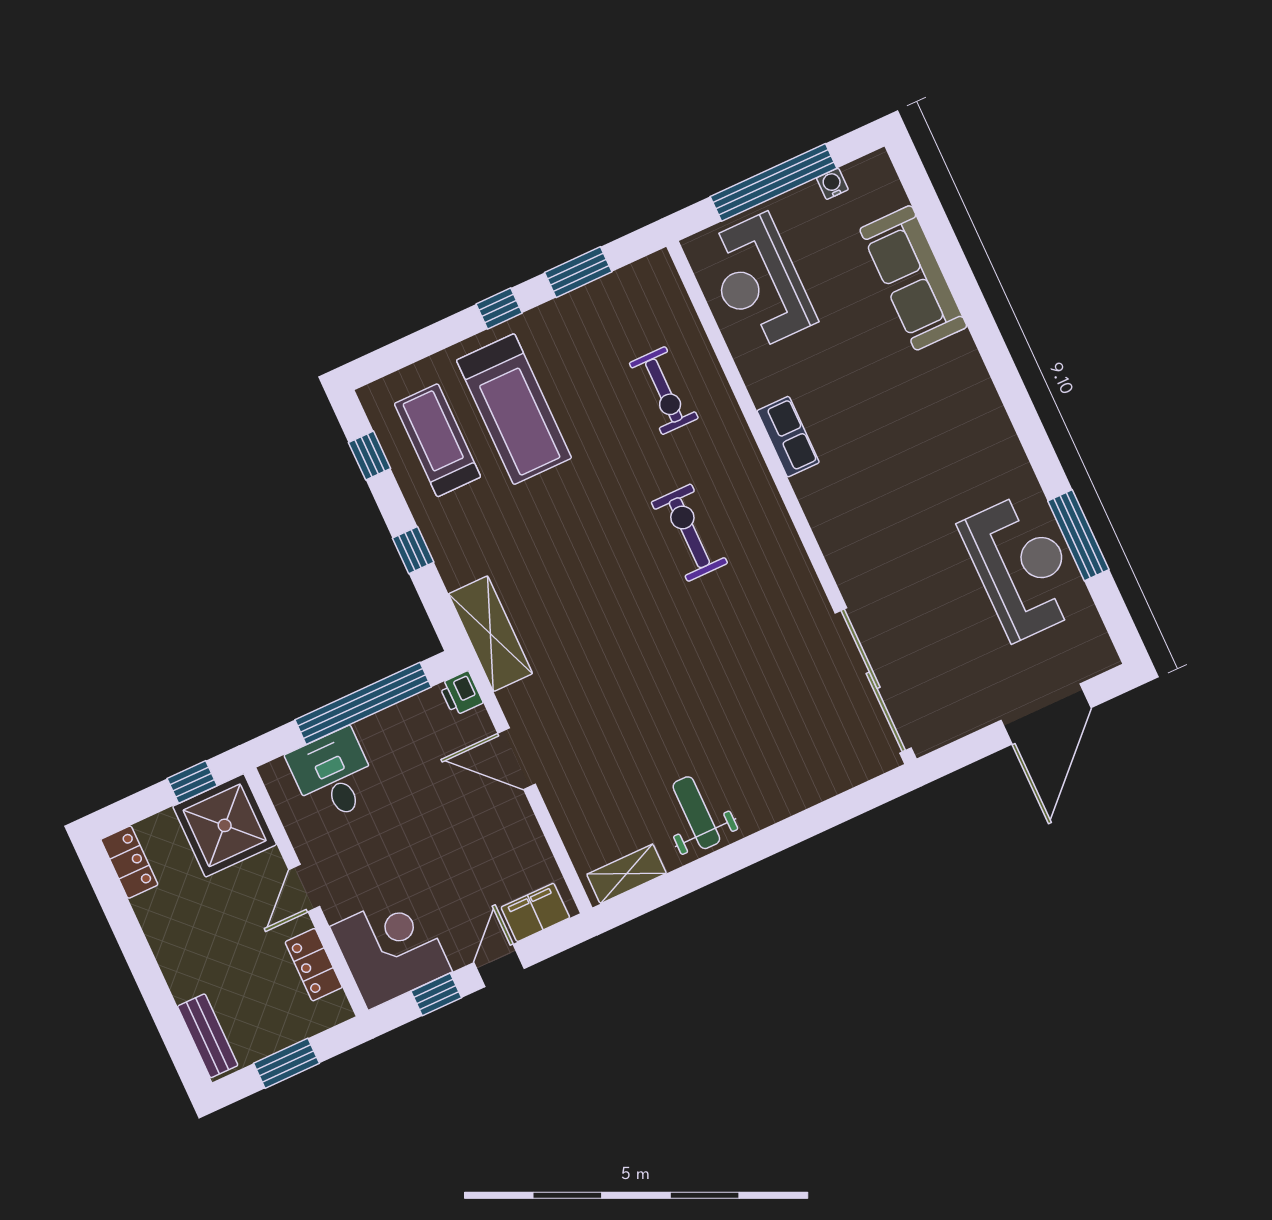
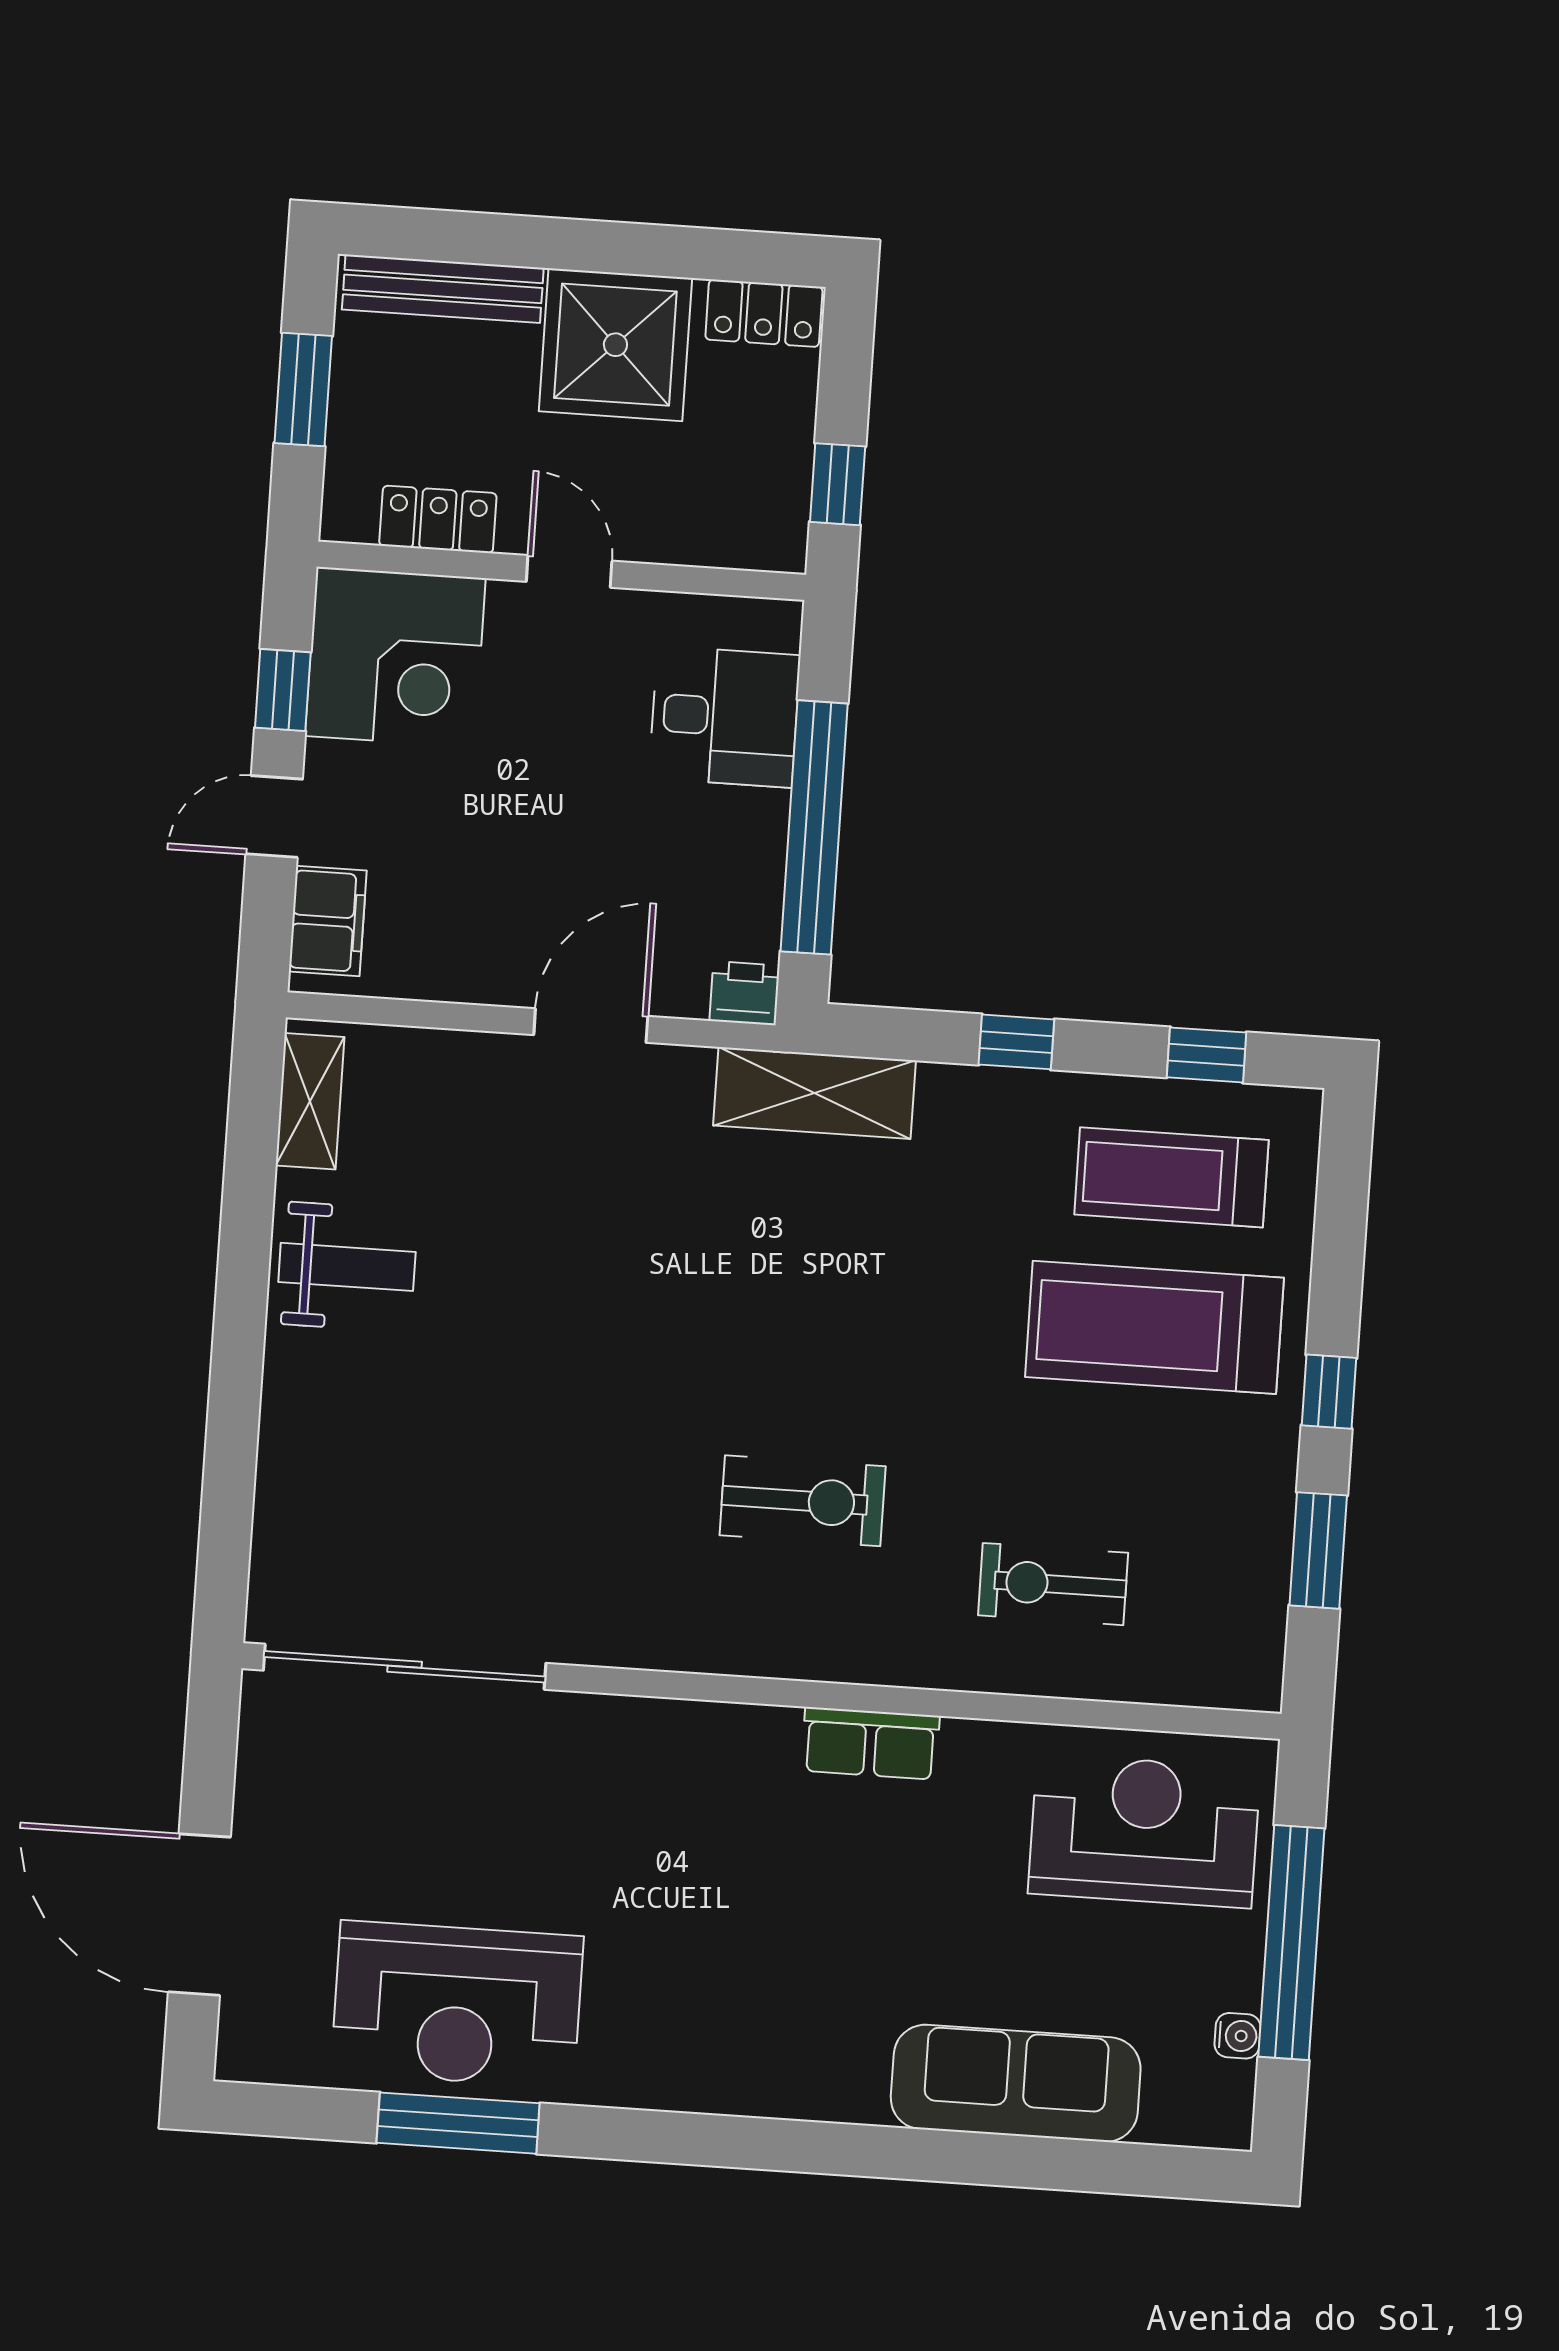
treadmill: (438, 440) -> (1171, 1177), turned 180
shower: (225, 825) -> (615, 345), moved
door: (499, 965) -> (274, 817), swing flipped
bench: (208, 1036) -> (443, 289), width x1.36

